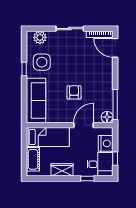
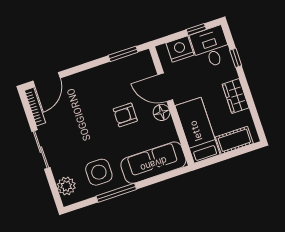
window: (24, 69) -> (116, 193), width x2.17
window: (115, 105) -> (123, 54), width x0.69
floor lamp: (107, 117) -> (162, 112), moved

